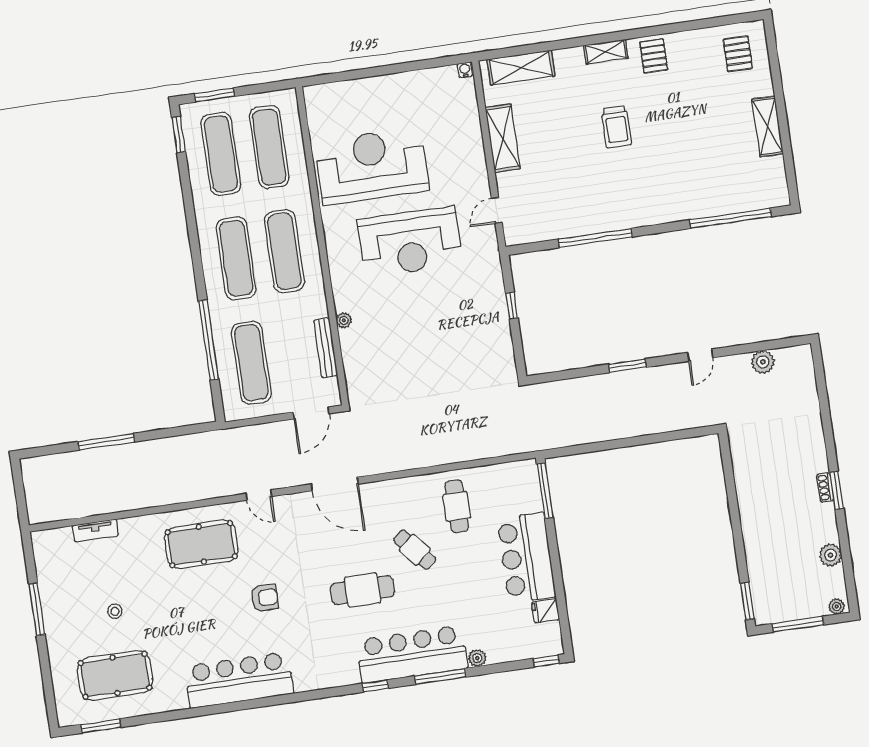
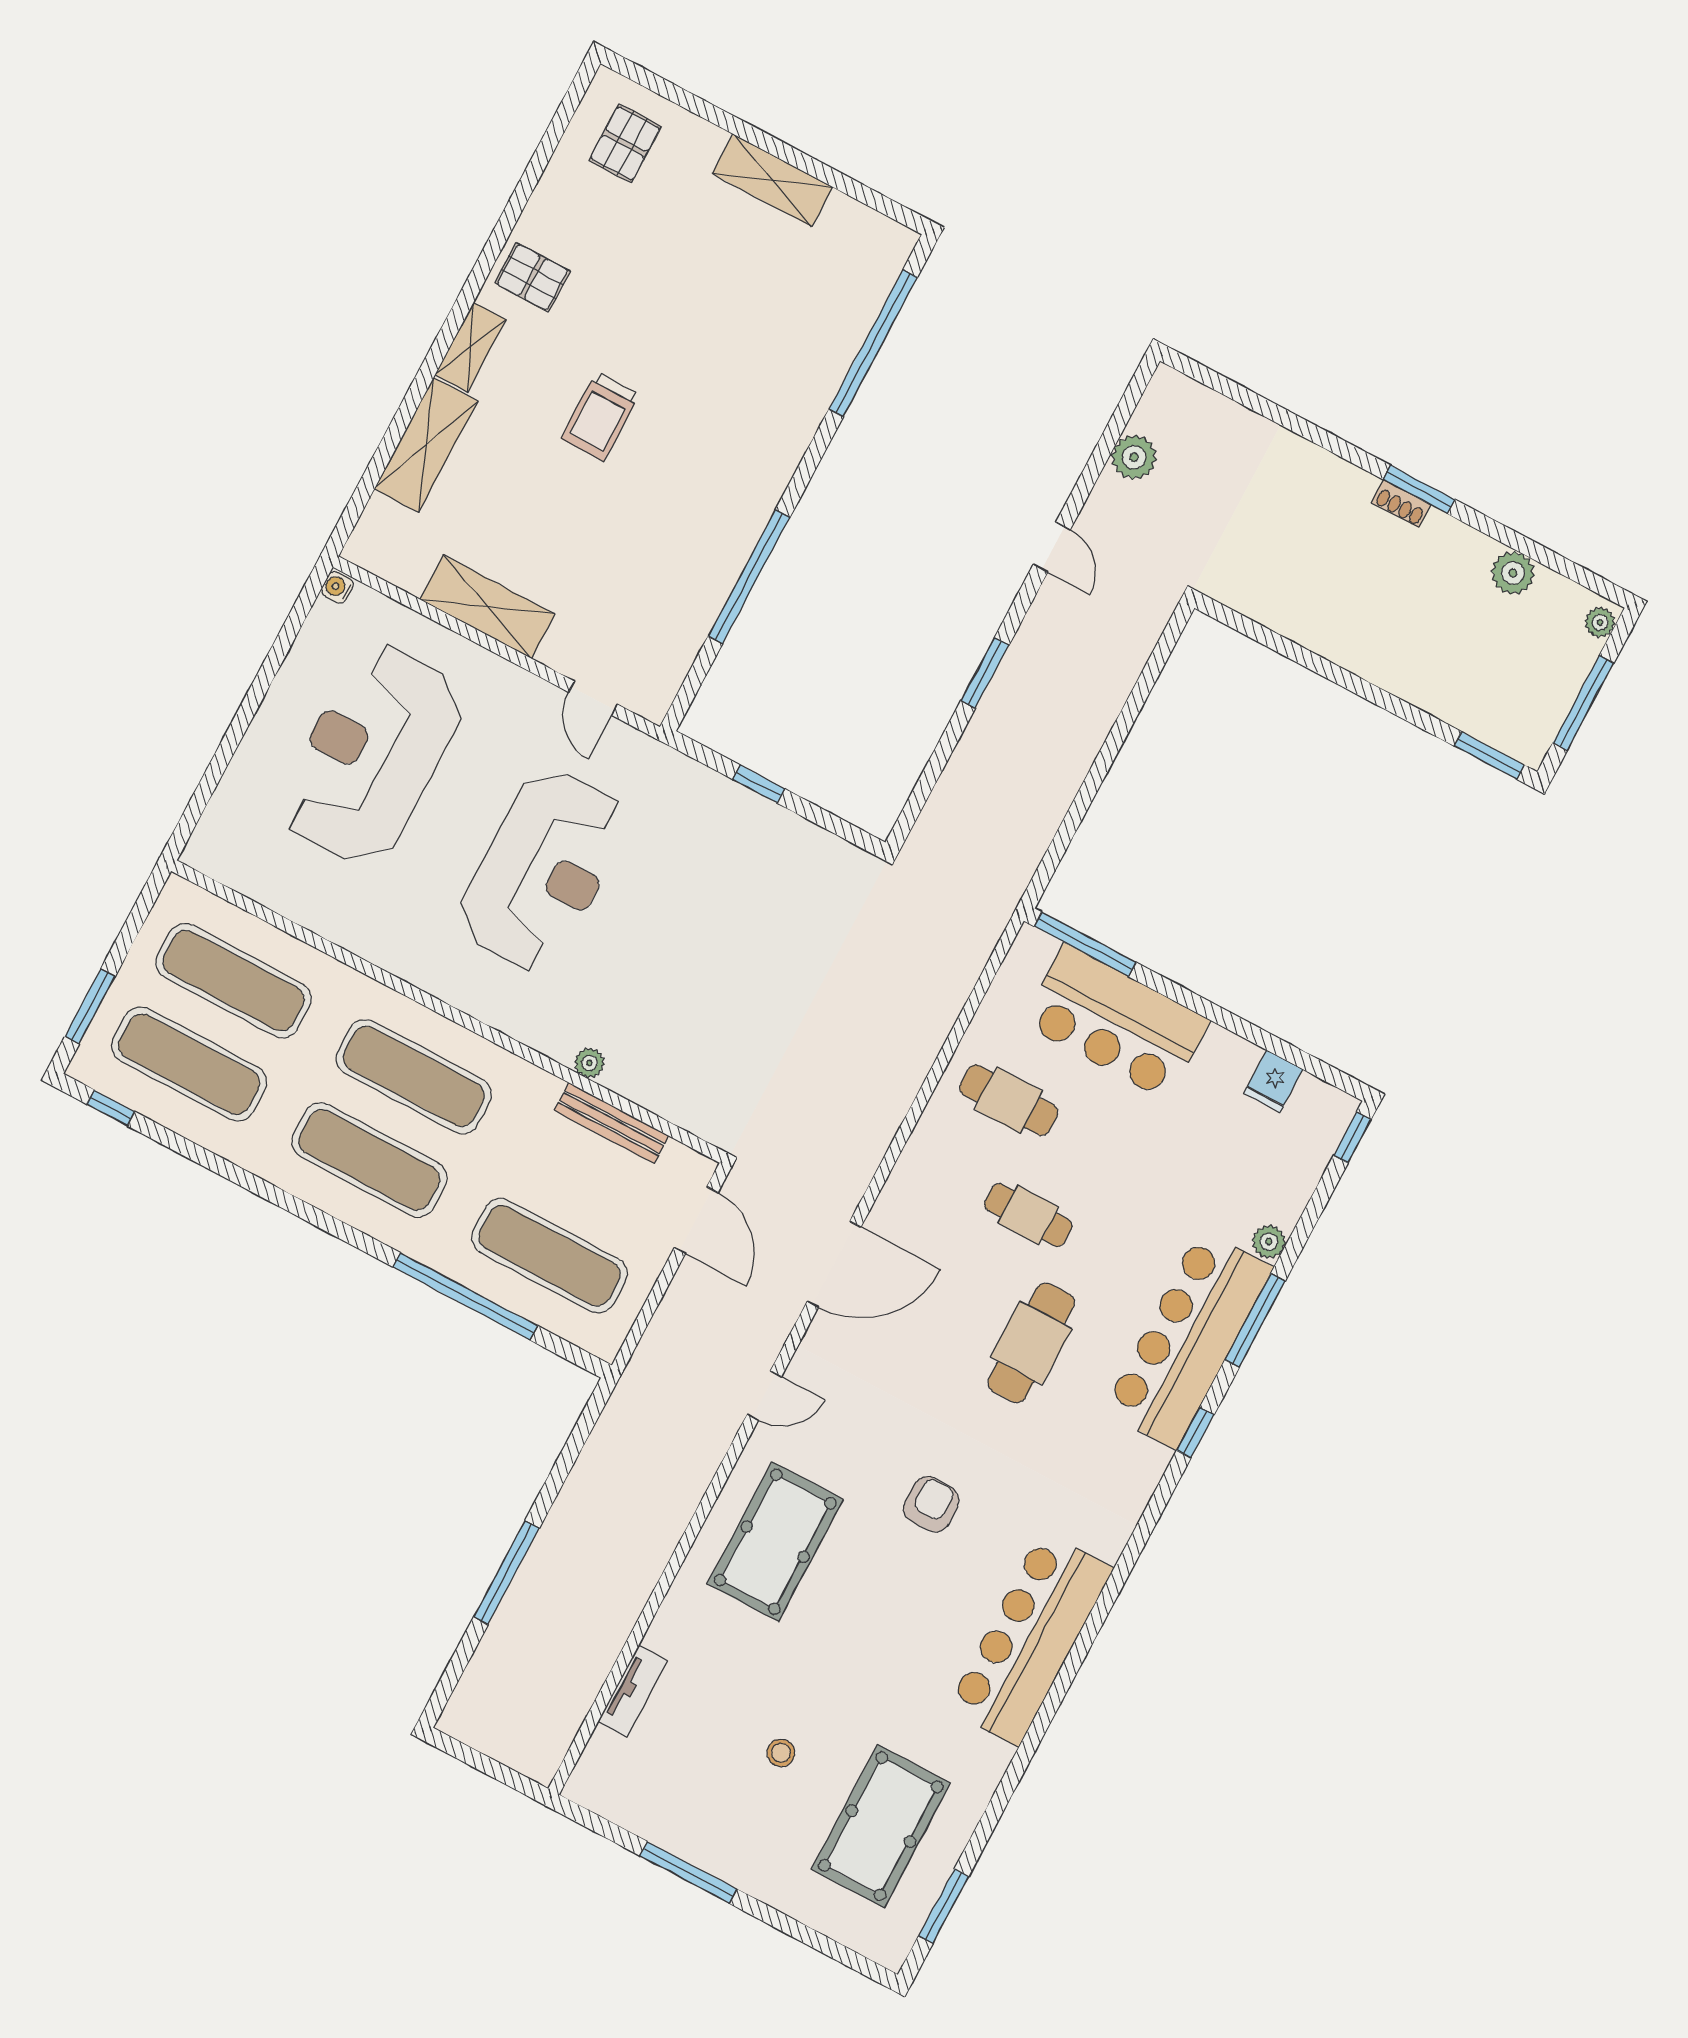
pallet: (738, 54) -> (625, 143), turned 90
shelving: (521, 68) -> (426, 445), moved
trolley: (616, 127) -> (600, 416), turned 90
window: (179, 135) -> (111, 1108), width x0.67
reception desk: (372, 166) -> (371, 754), moved
cafe table: (415, 550) -> (1028, 1215), turned 40
bar counter: (526, 558) -> (1116, 1022), moved

